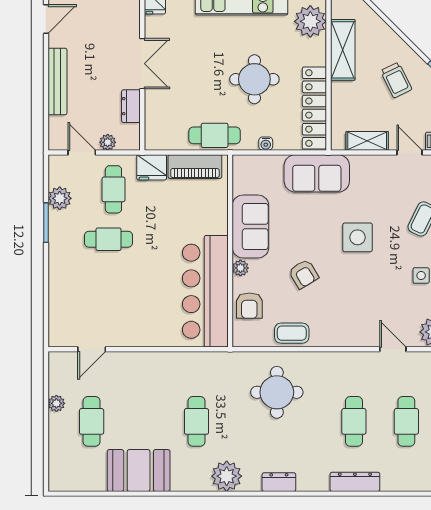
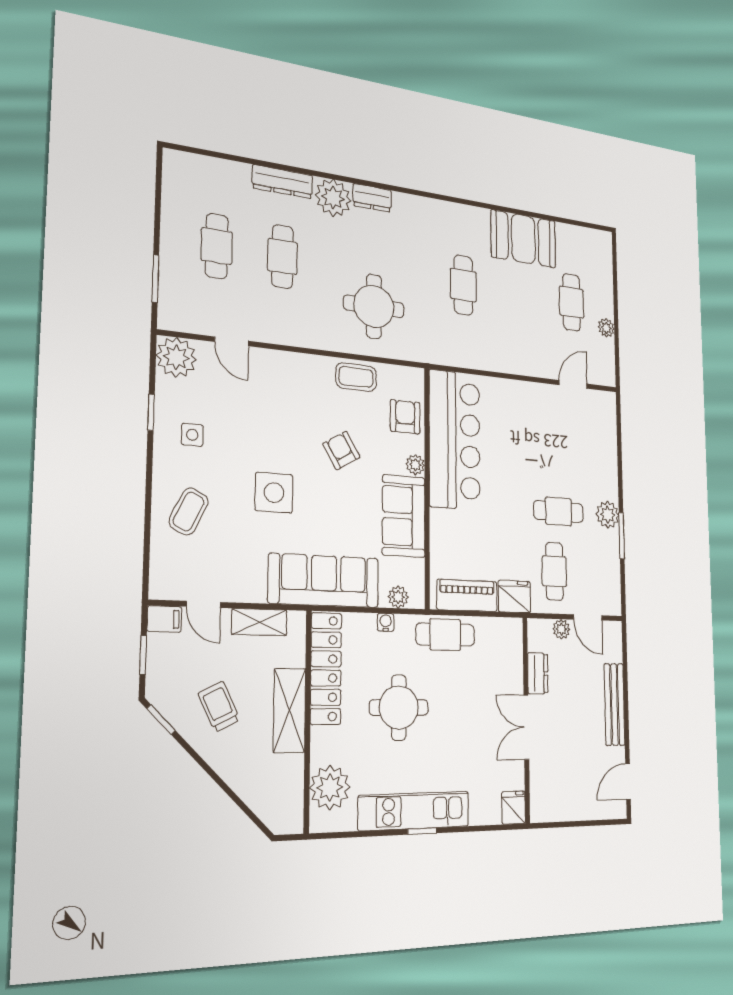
shelving: (343, 50) -> (289, 710), moved
plant: (255, 163) -> (398, 597), added
sofa: (317, 173) -> (324, 581), width x1.36
plant: (60, 198) -> (608, 515), moved
plant: (227, 476) -> (333, 198), moved

